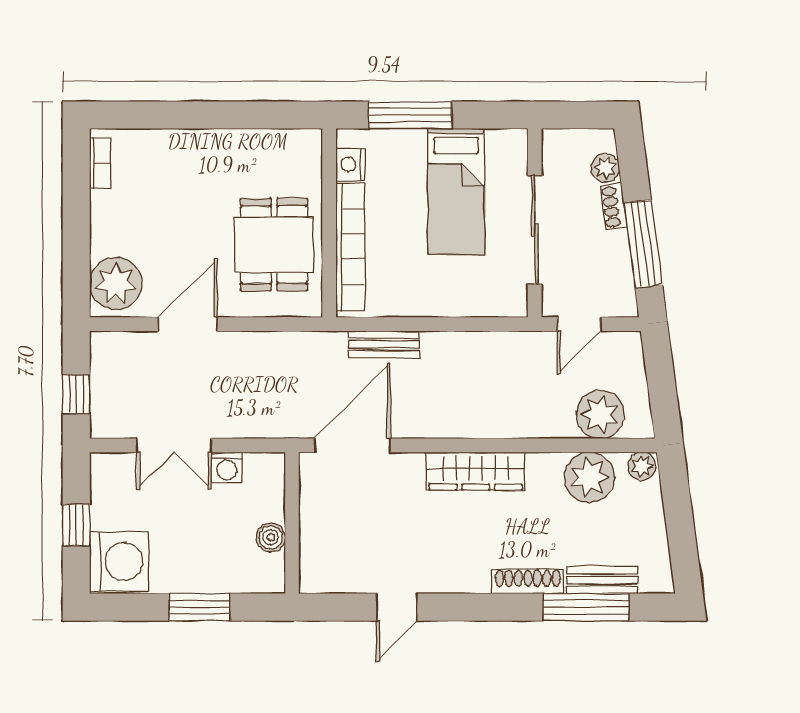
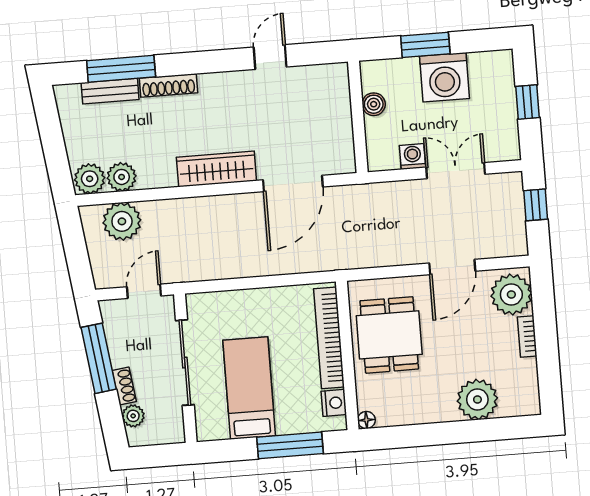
floor lamp: (311, 139) -> (366, 420), added
plant: (169, 154) -> (477, 400), added
bookcase: (100, 163) -> (527, 336), moved
bench: (384, 344) -> (297, 263), removed
door: (352, 445) -> (293, 183), moved
plant: (642, 466) -> (90, 179), width x1.38, depth x1.38
plant: (589, 477) -> (122, 177), width x0.73, depth x0.73
washing machine: (119, 561) -> (445, 77), moved, turned -90

